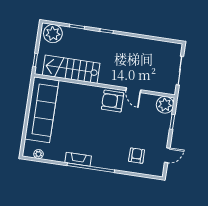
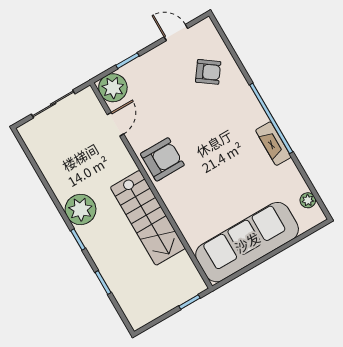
plant: (53, 34) -> (81, 209), moved
stairs: (71, 69) -> (148, 218), moved
door: (133, 90) -> (115, 124), moved
armchair: (113, 101) -> (162, 159), turned -90
armchair: (137, 156) -> (208, 72), turned -144

